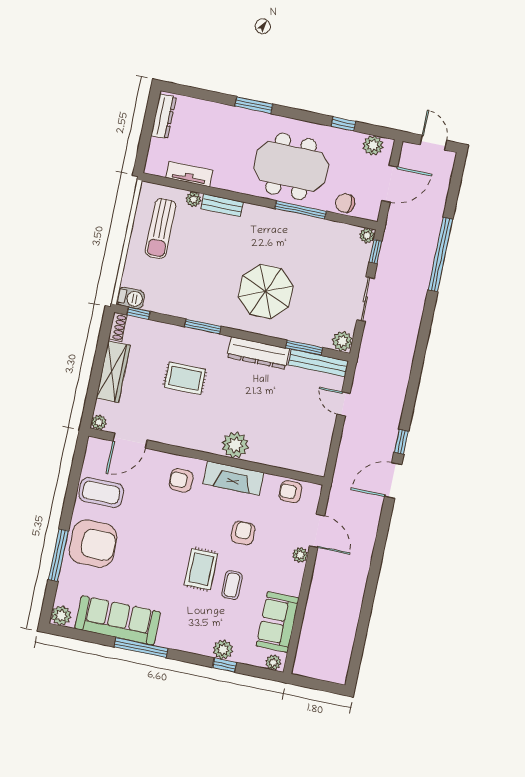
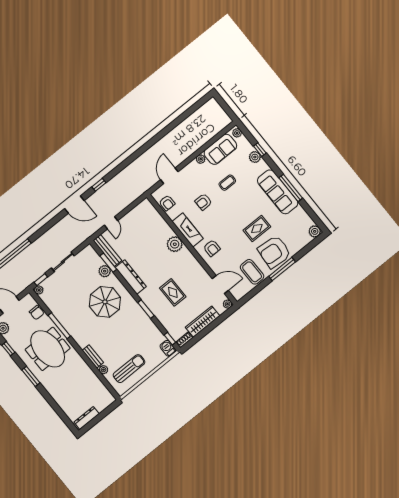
window: (254, 105) -> (31, 376), moved
tv unit: (189, 174) -> (96, 383), removed
plant: (342, 341) -> (105, 271), moved
door: (393, 480) -> (74, 205), moved
armchair: (93, 544) -> (274, 252), turned -85
window: (58, 555) -> (282, 269), moved
plant: (300, 555) -> (201, 159), moved
rug: (201, 569) -> (257, 228), moved
sofa: (118, 620) -> (278, 192), moved

